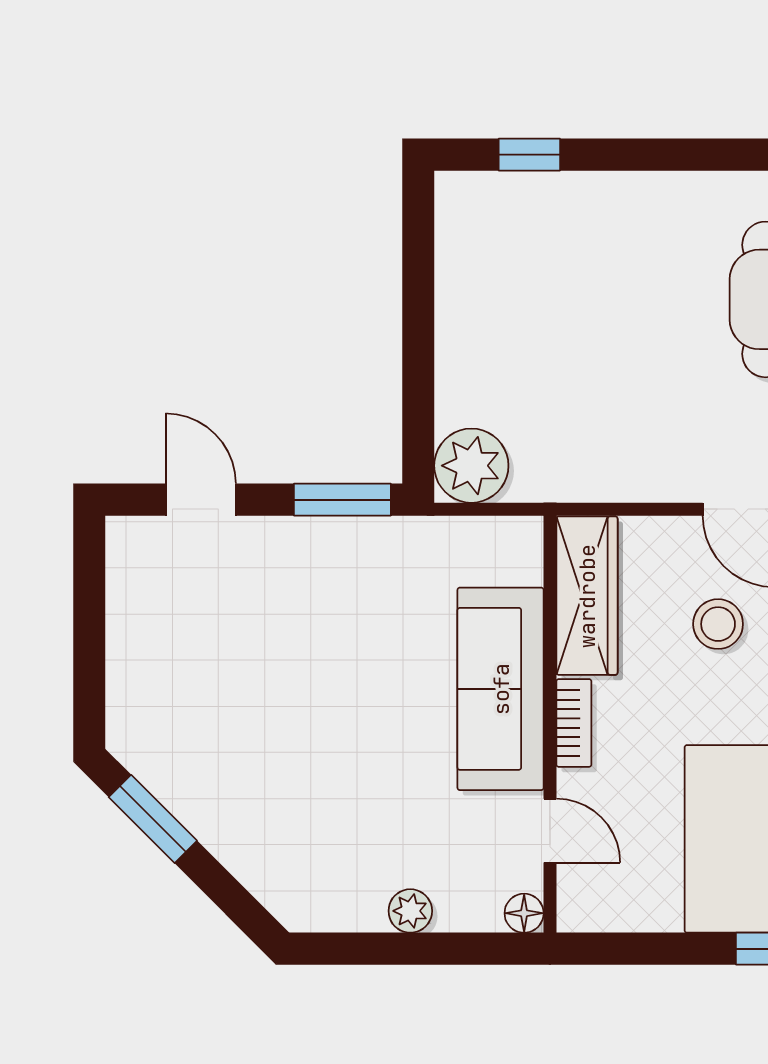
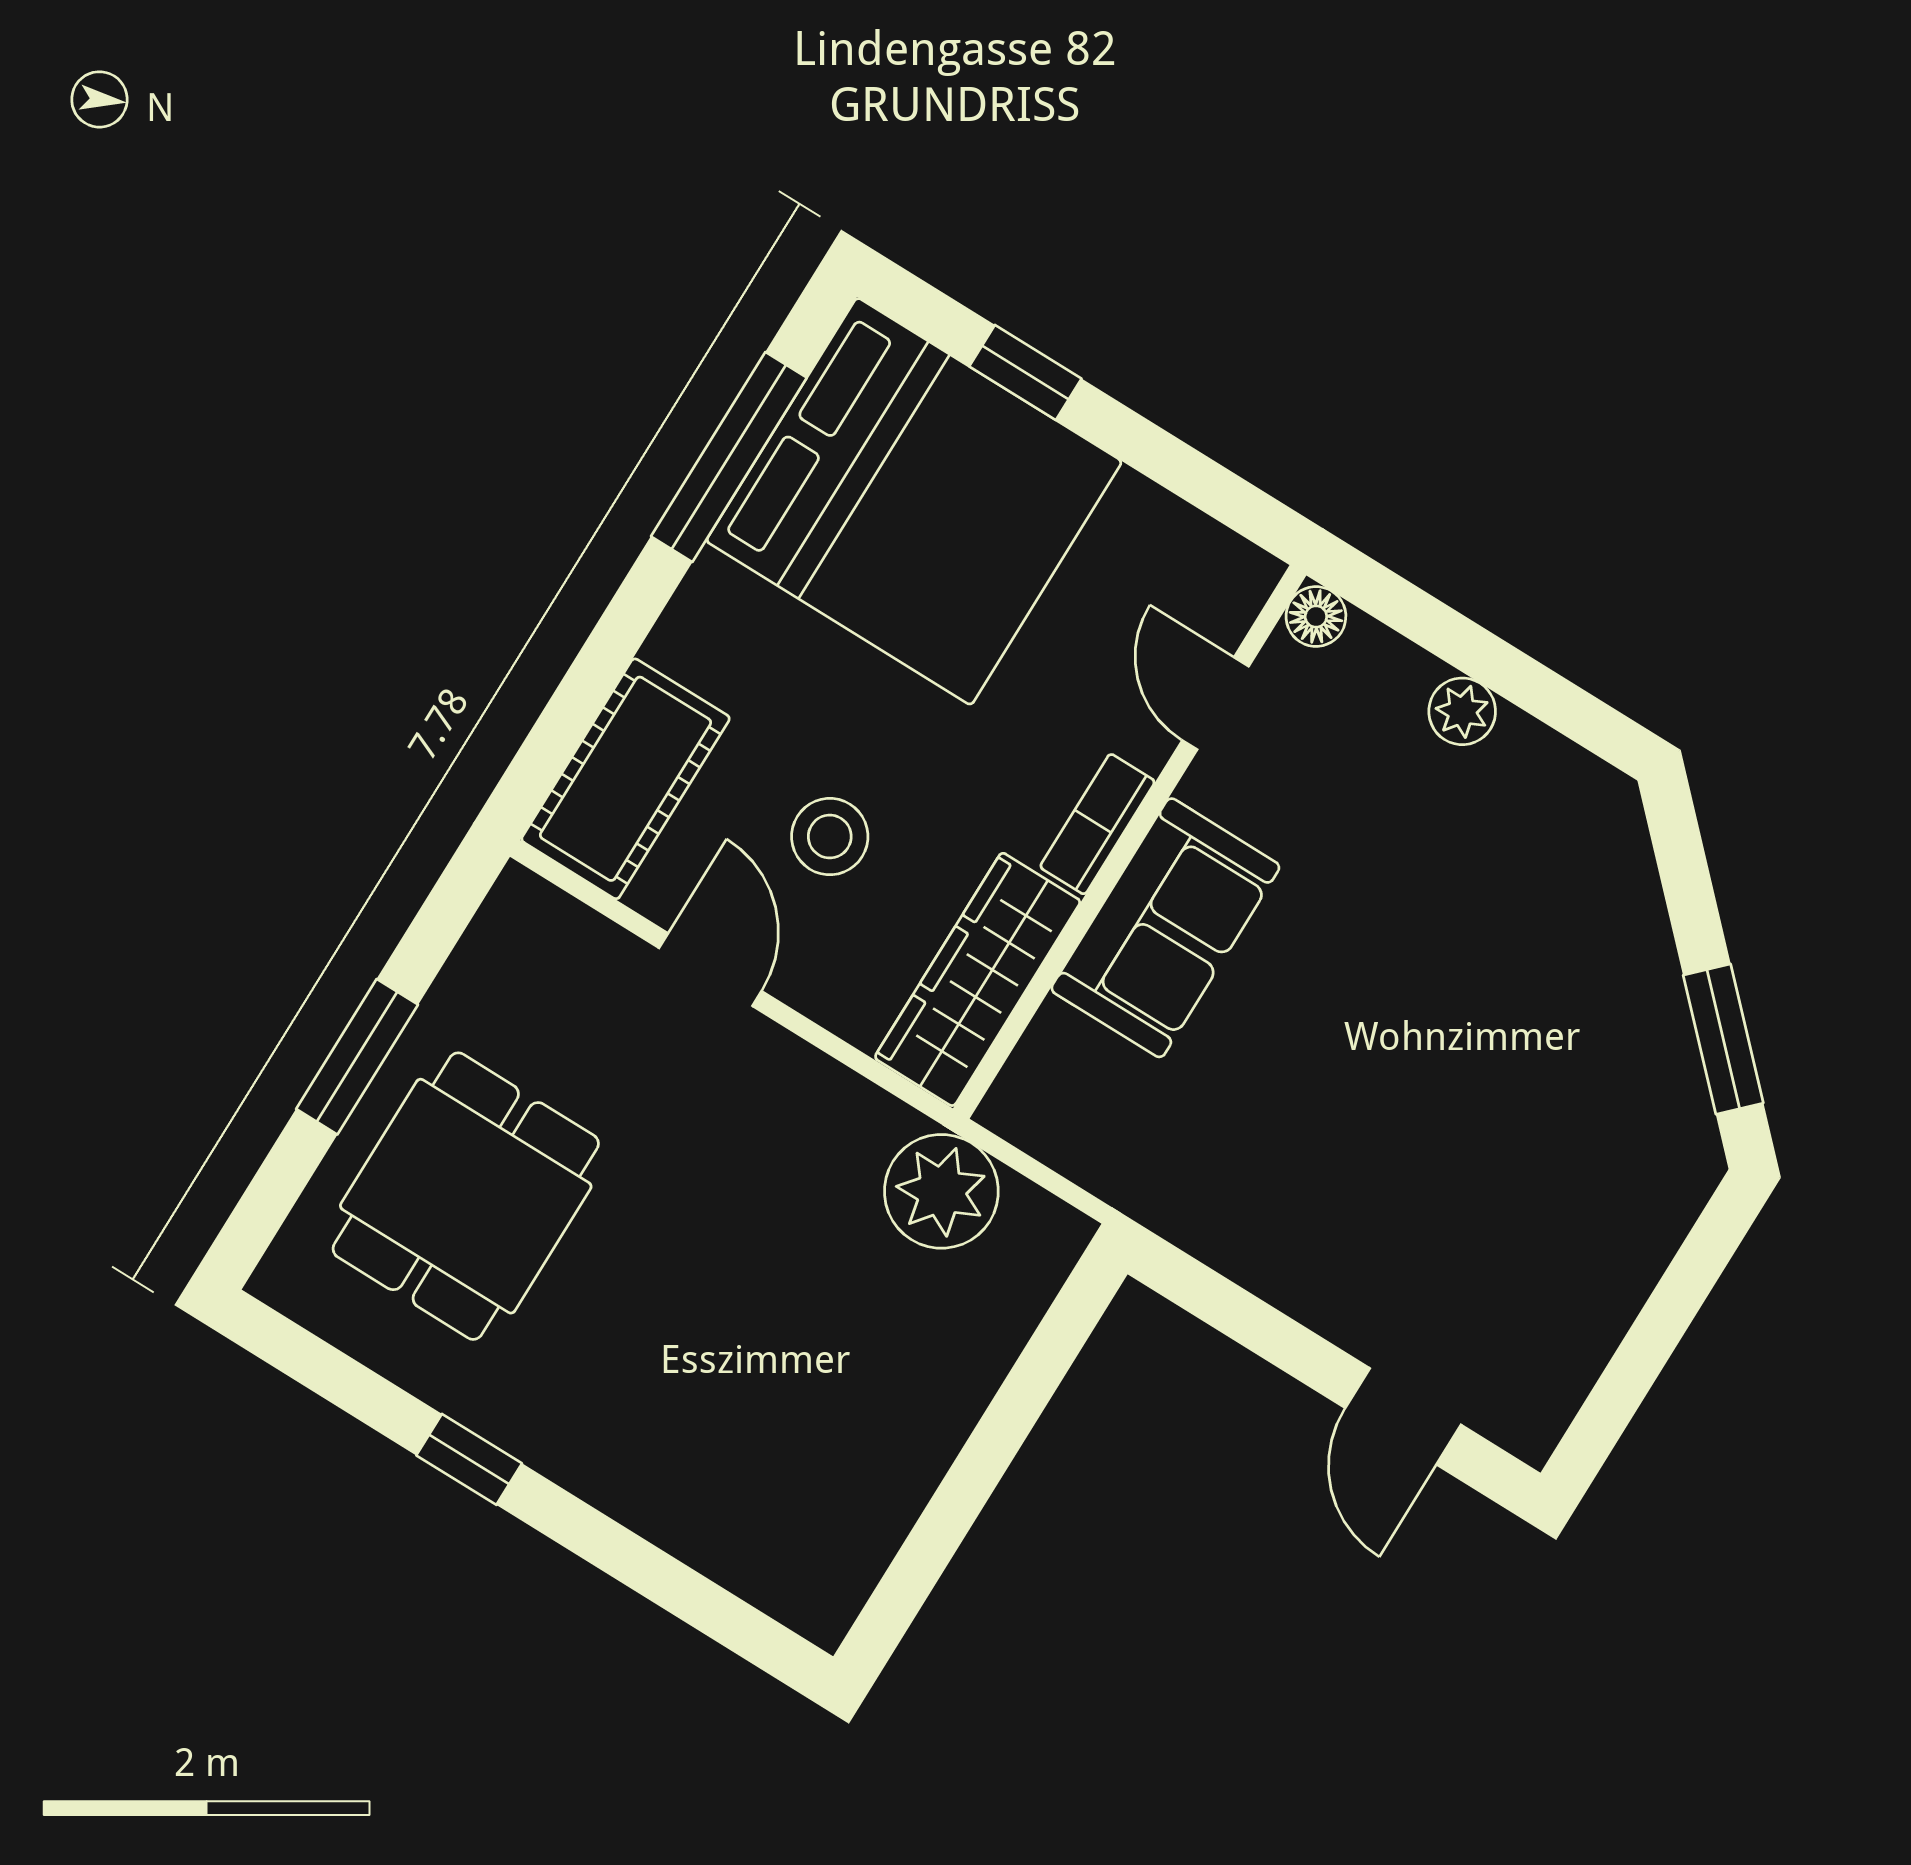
window: (529, 155) -> (469, 1459), moved
plant: (471, 466) -> (941, 1191), moved
window: (342, 500) -> (1219, 1302), removed
sofa: (501, 689) -> (1165, 928), width x0.73

